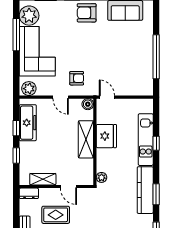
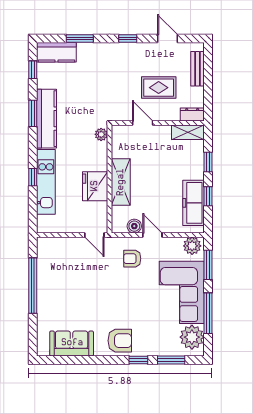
window: (16, 73) -> (208, 265), added
boiler: (88, 104) -> (134, 226), moved
shelving: (43, 179) -> (188, 132), moved

